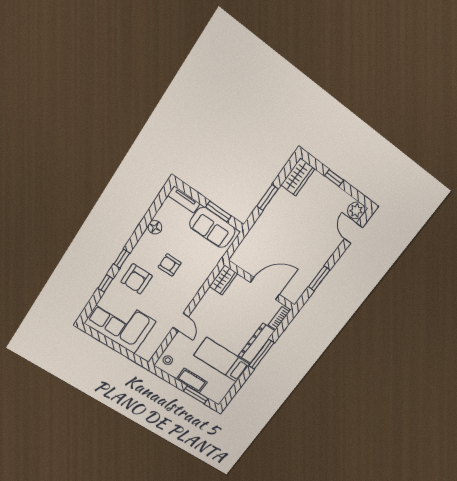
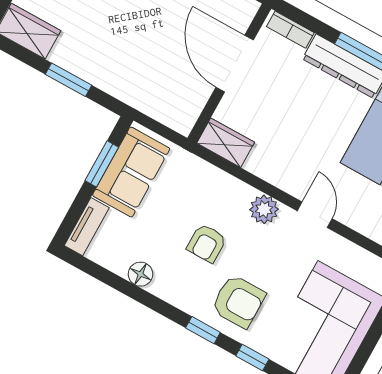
plant: (186, 297) -> (264, 209), added
door: (181, 322) -> (315, 215), hinge flipped

